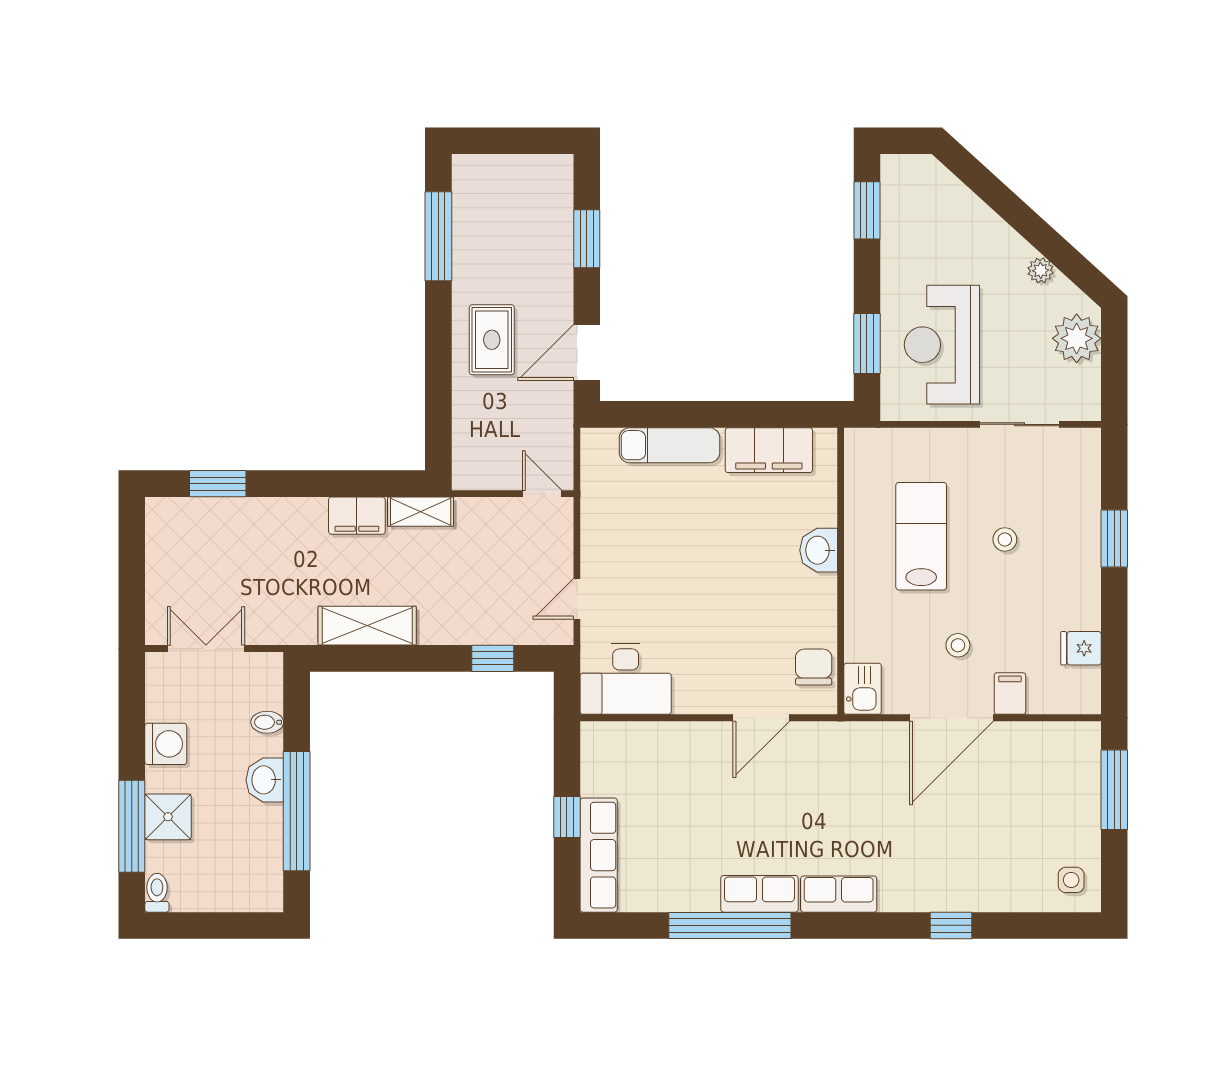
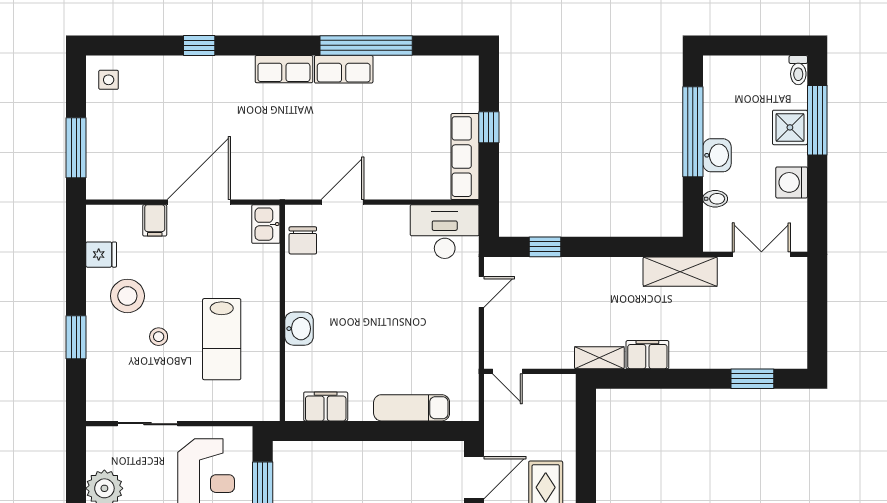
filing cabinet: (769, 450) -> (326, 406), width x0.67, depth x0.86
shelving: (367, 626) -> (680, 272), moved
stool: (958, 645) -> (127, 296), moved, width x1.89, depth x1.89
double door: (206, 649) -> (761, 254), swing flipped
row of seats: (599, 855) -> (465, 157), moved

